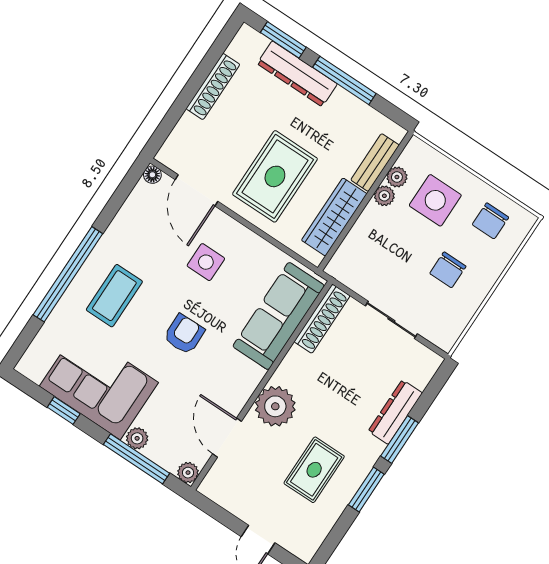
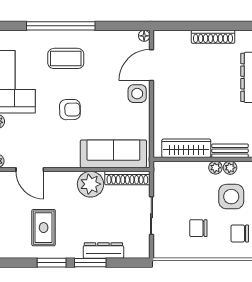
rug: (275, 176) -> (187, 102), removed
side table: (206, 262) -> (137, 94), moved
plant: (275, 406) -> (91, 184), moved
door: (227, 438) -> (30, 169), swing flipped
rug: (314, 470) -> (44, 228), turned 90

